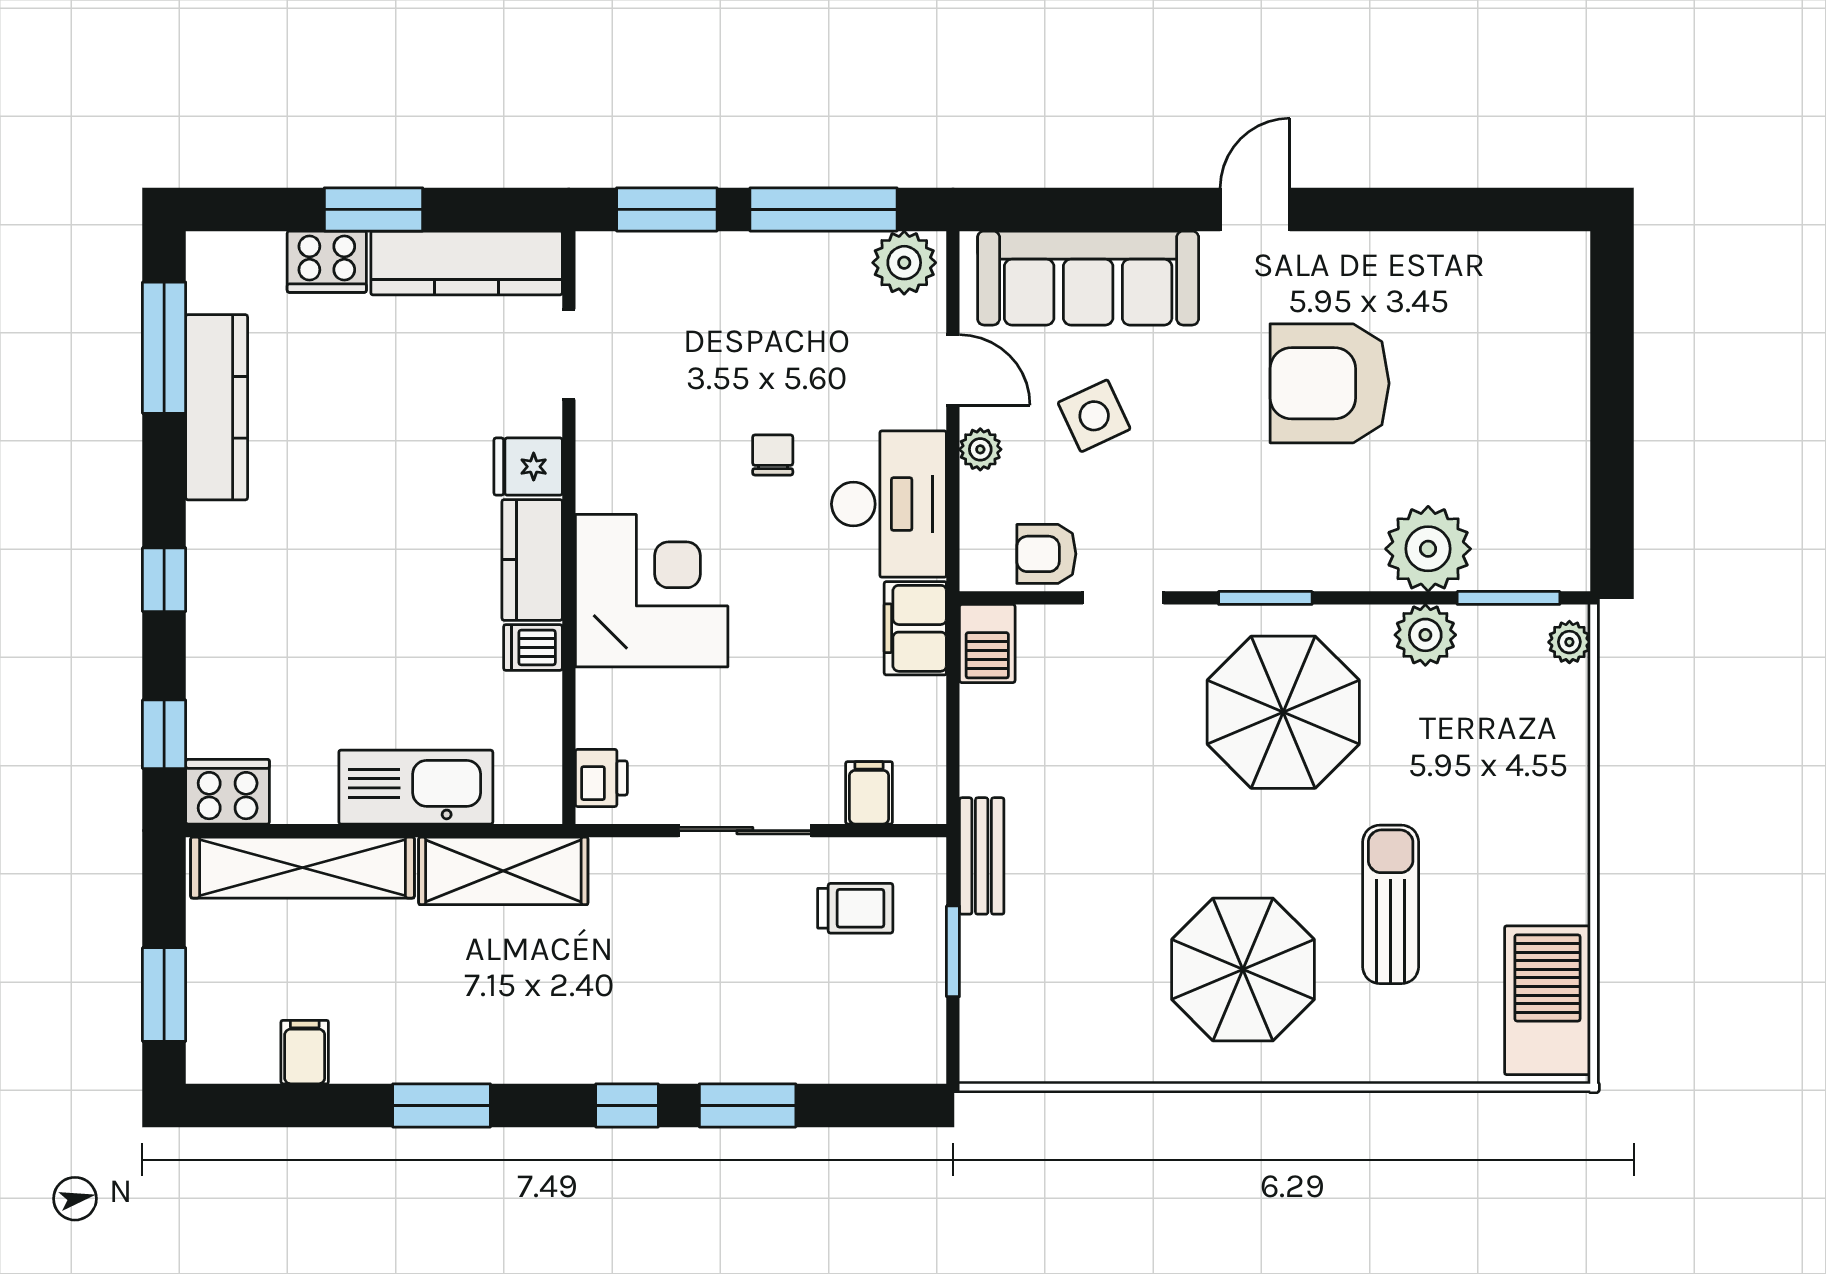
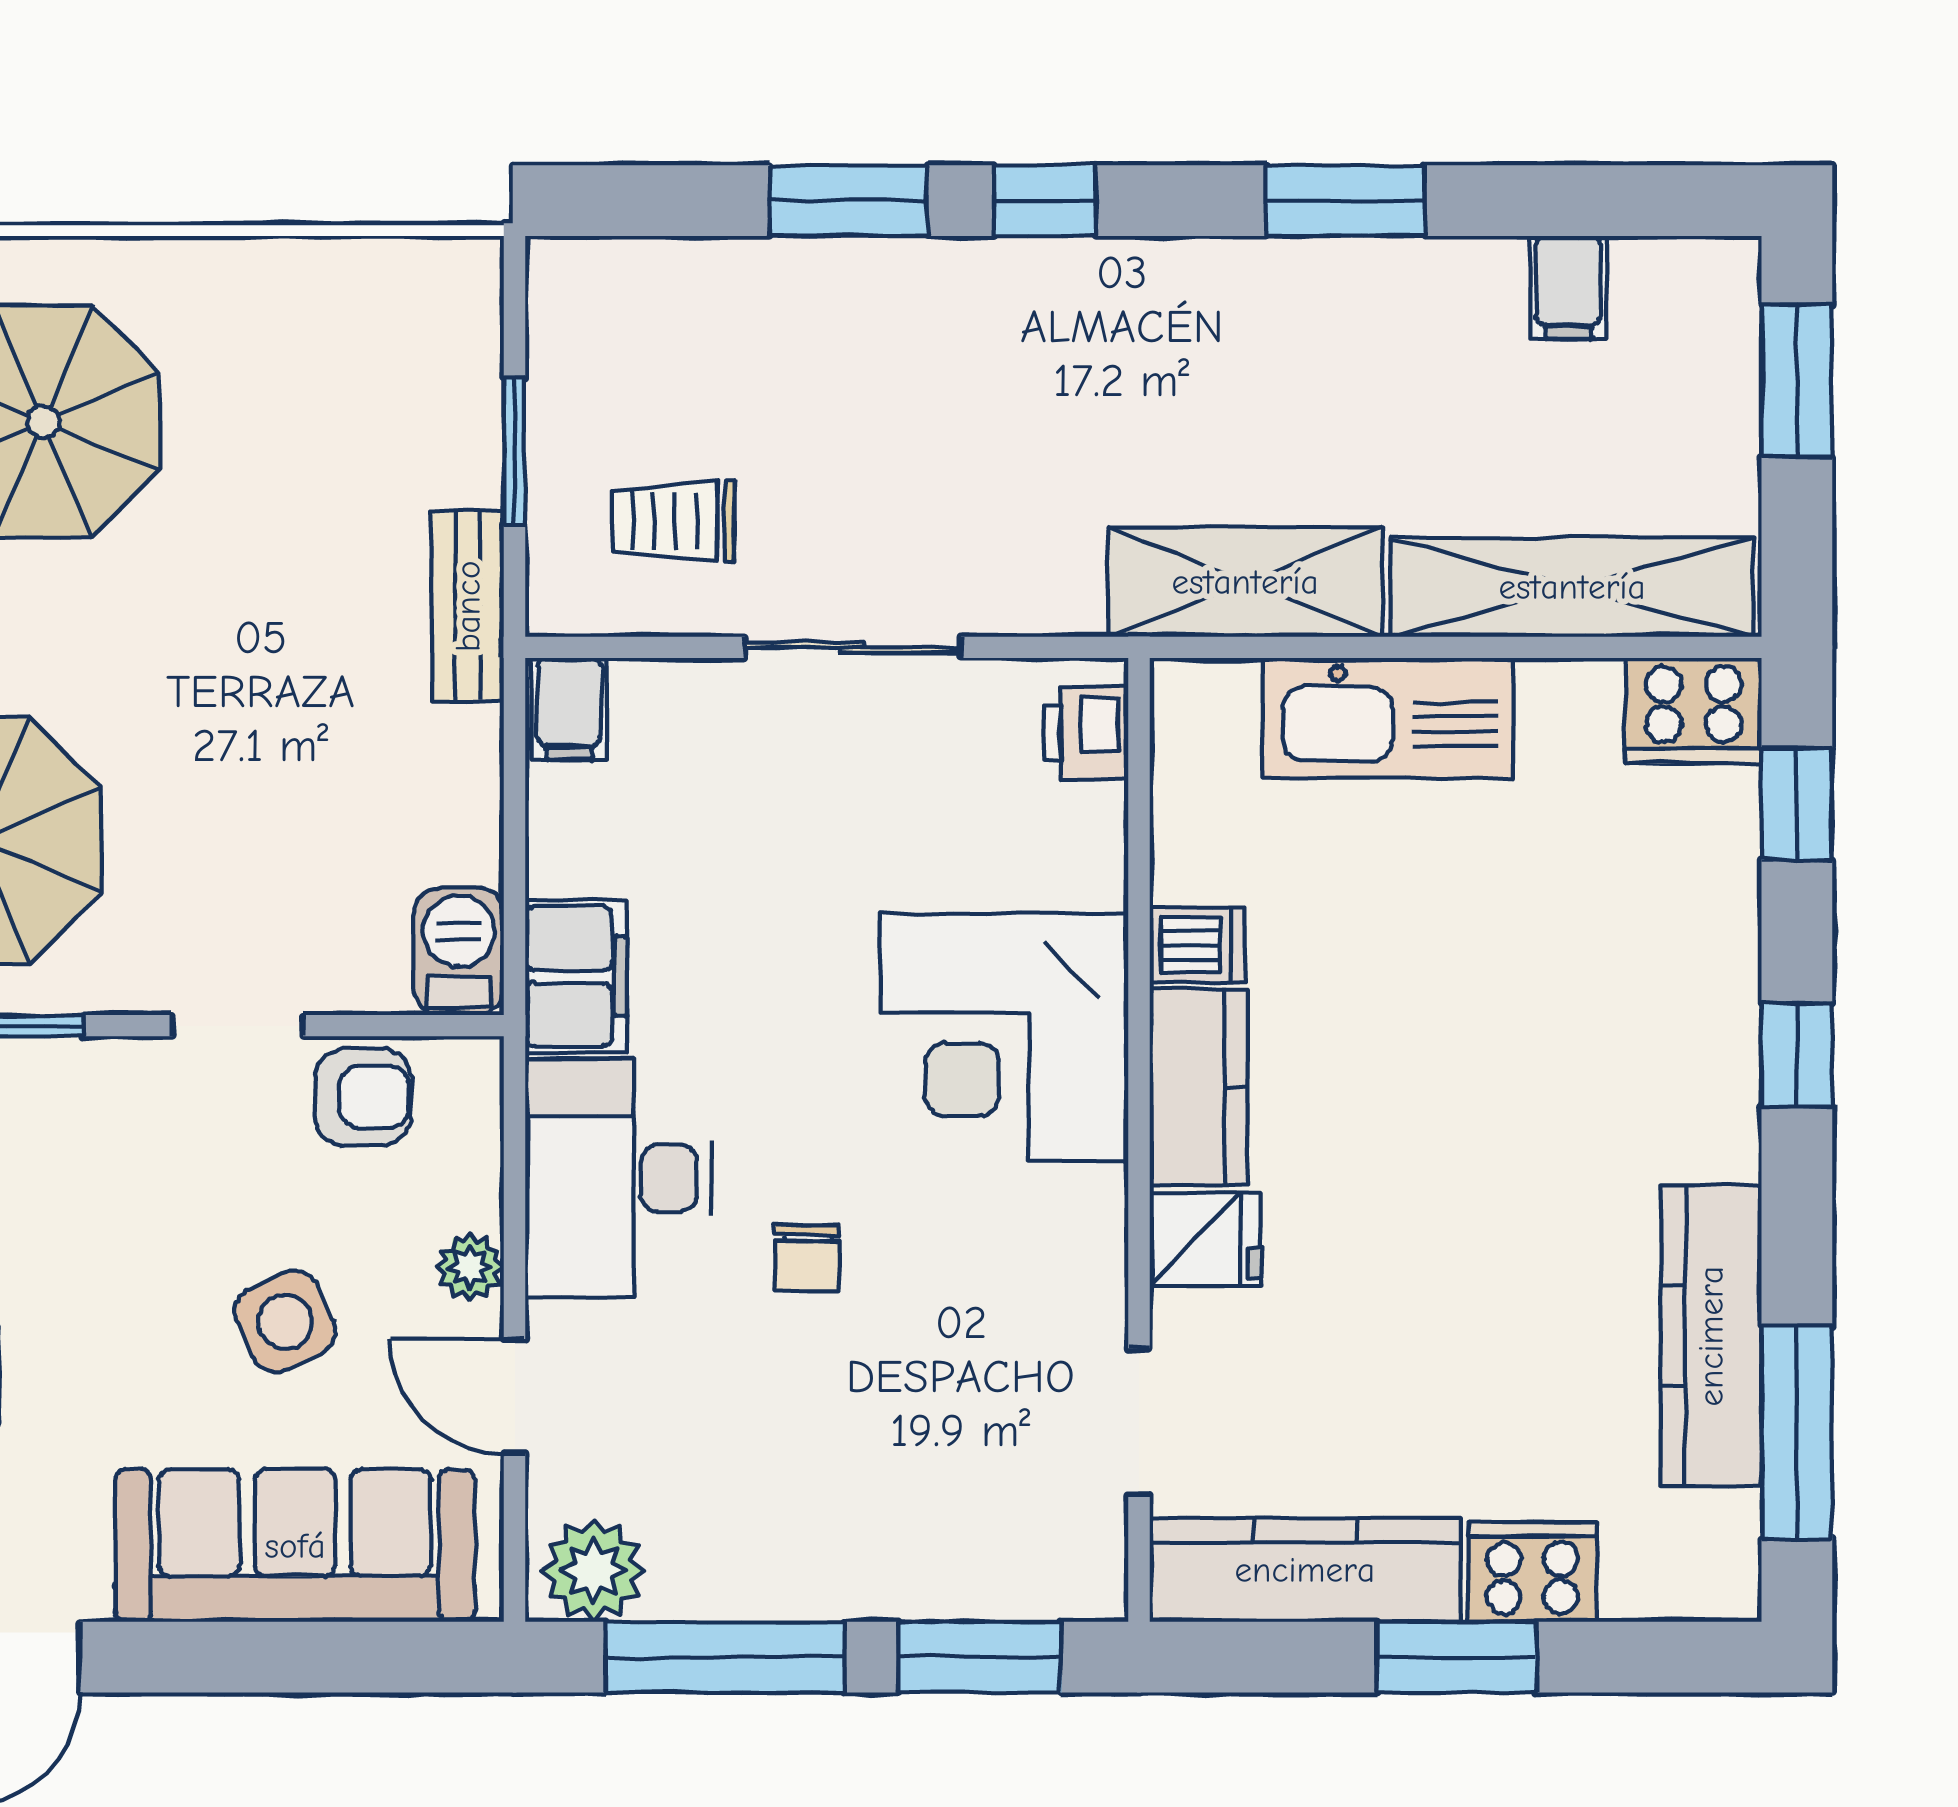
filing cabinet: (869, 793) -> (569, 709), moved

